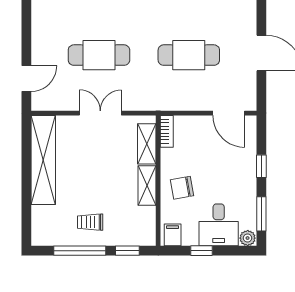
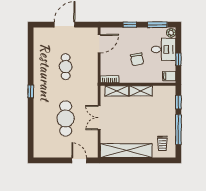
cafe table: (189, 55) -> (66, 67), width x0.73, depth x0.74
chair: (182, 188) -> (137, 59), moved
trolley: (90, 222) -> (162, 143), moved

